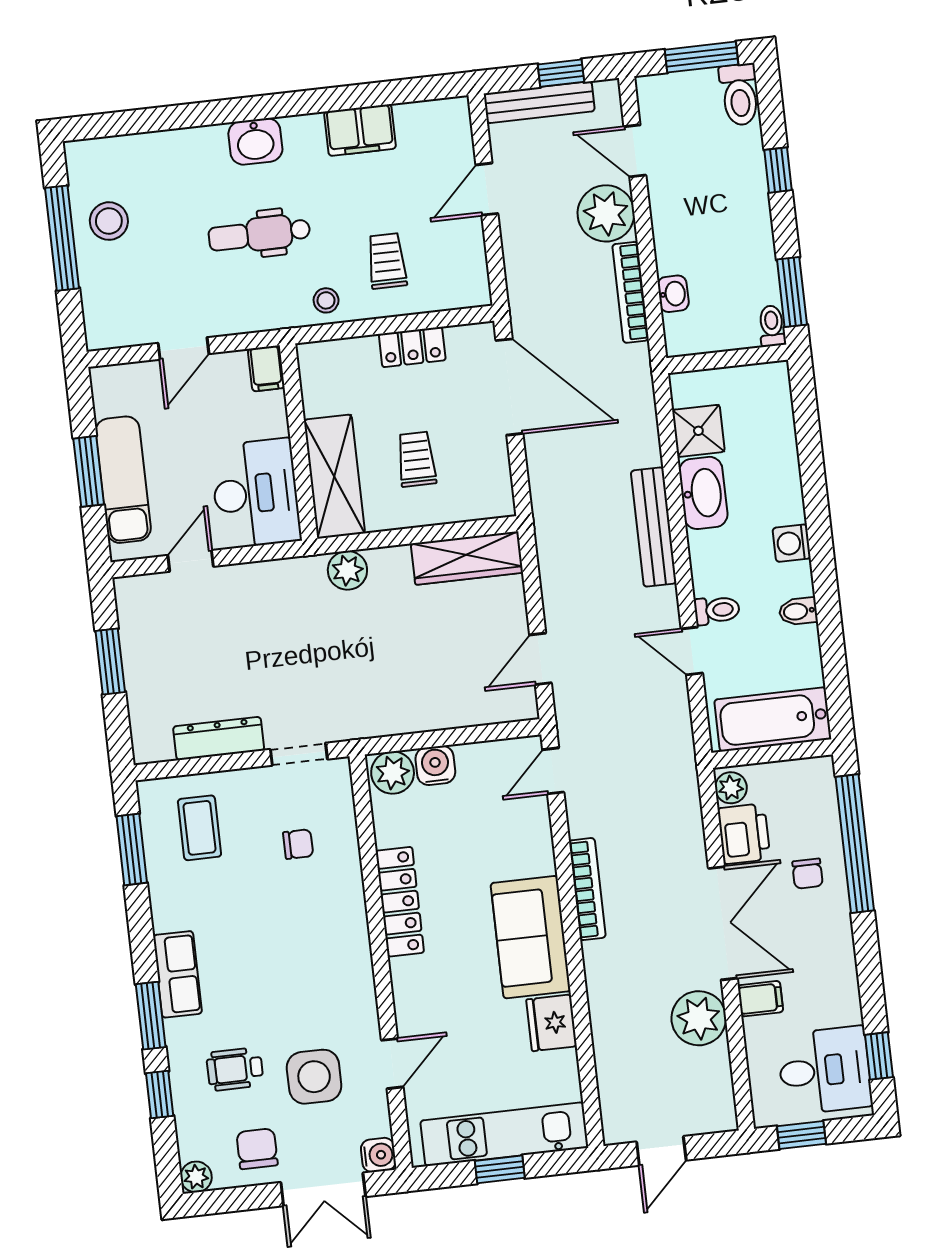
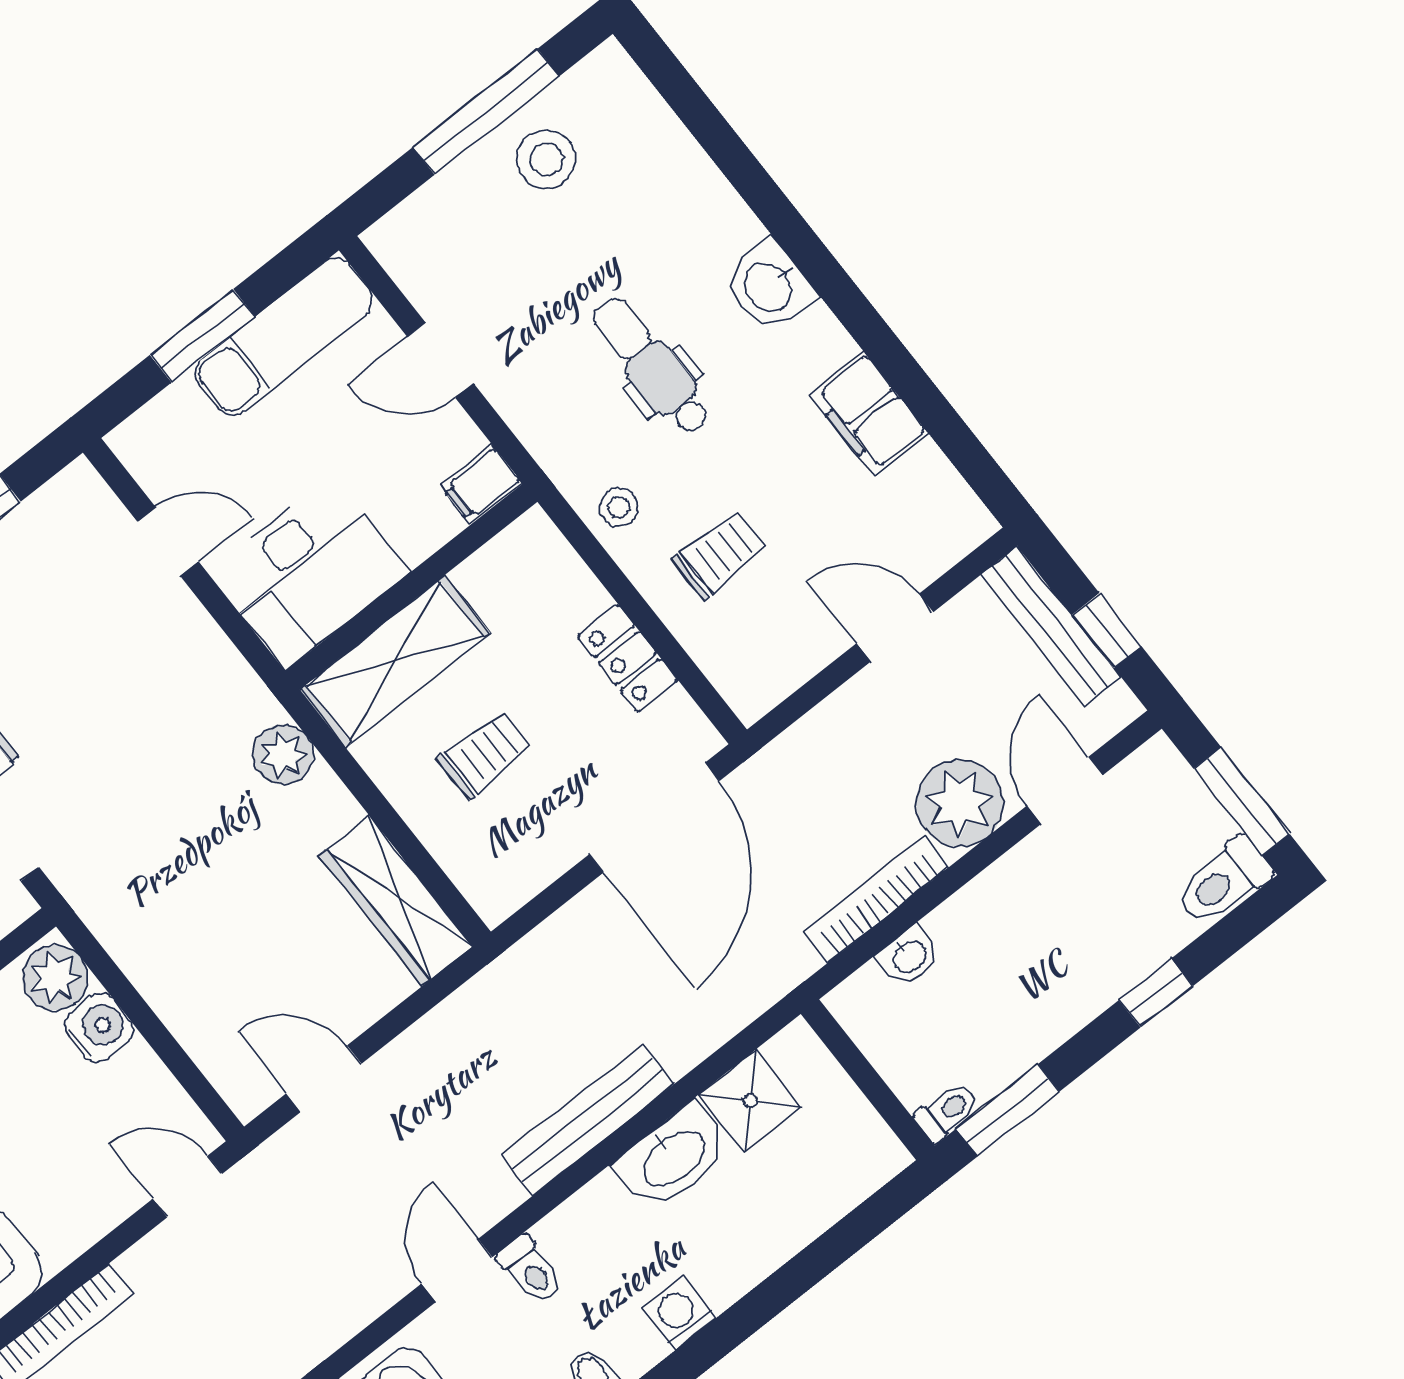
exam couch: (123, 480) -> (284, 337), moved

